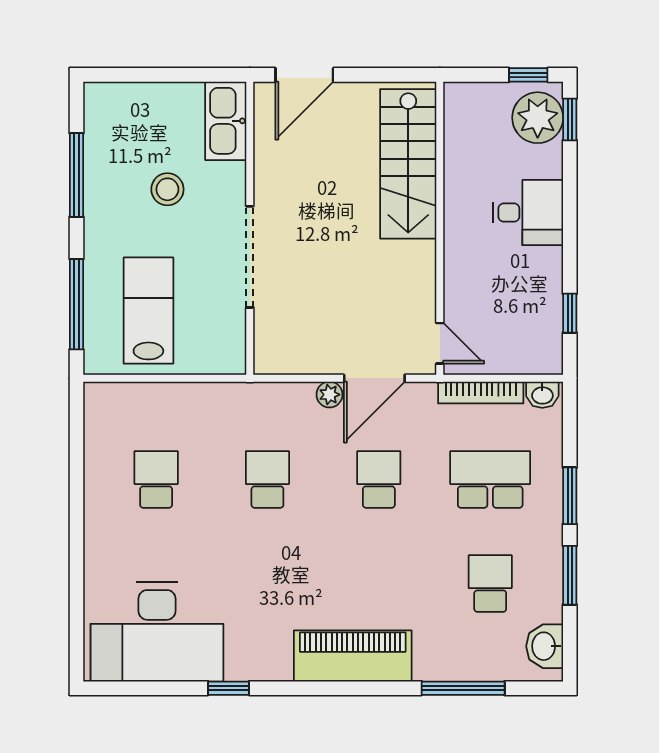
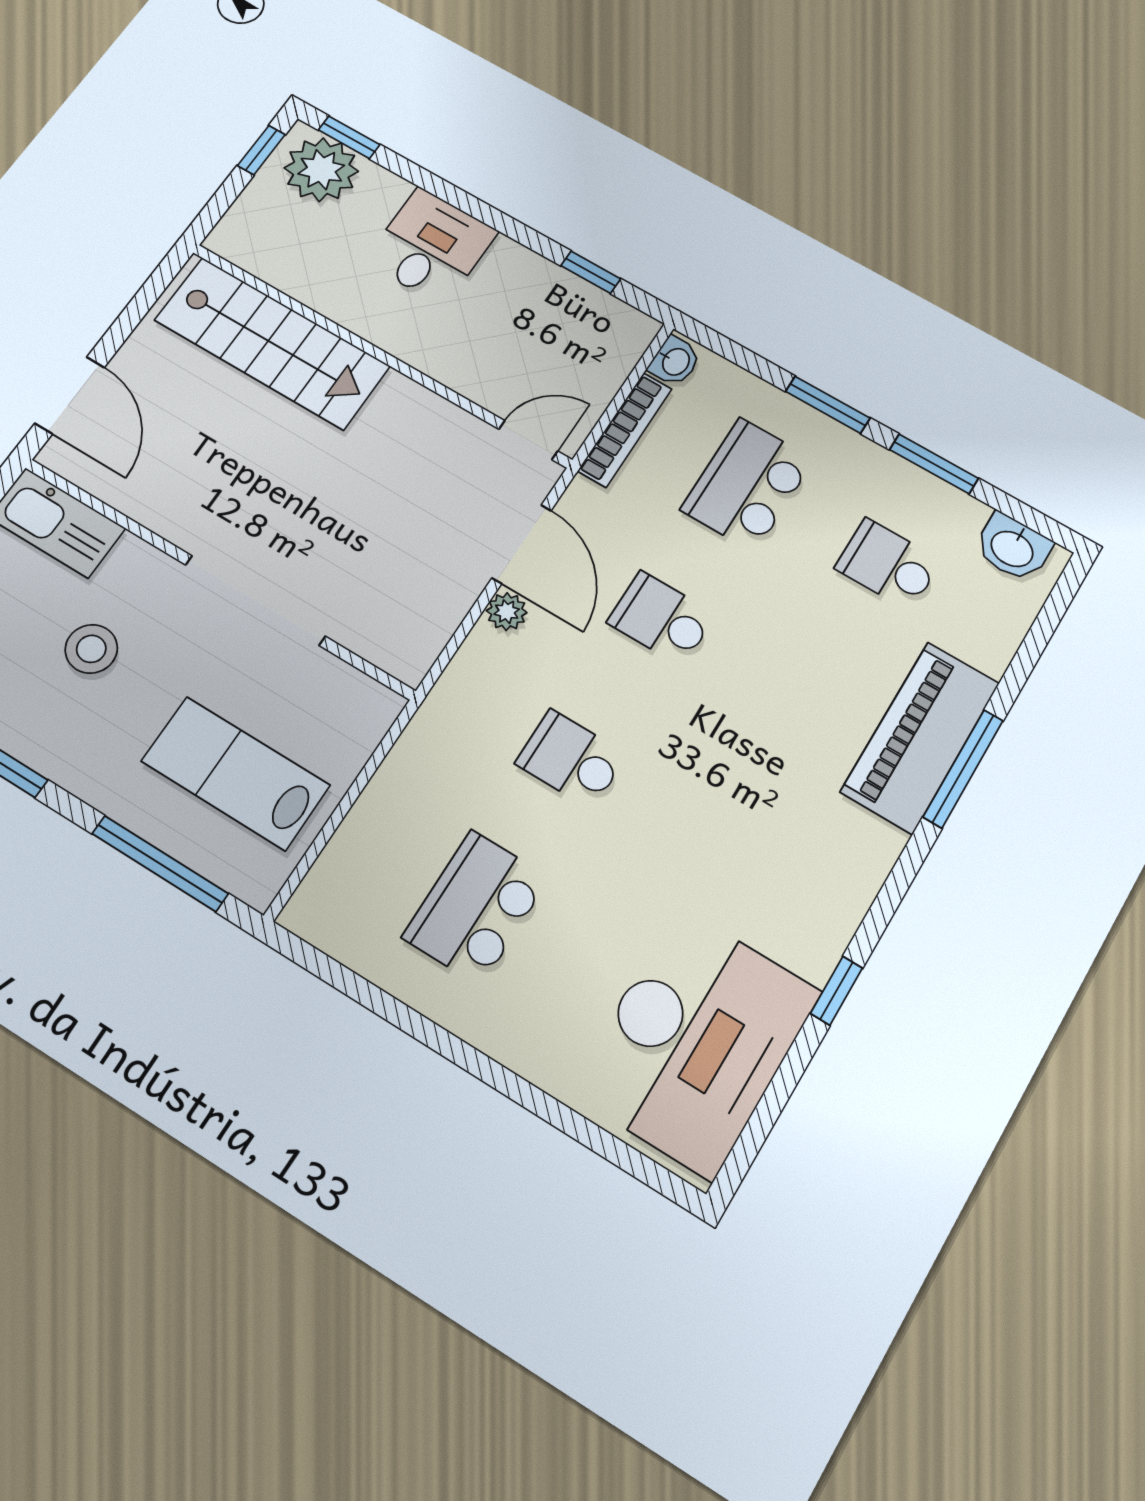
school desk: (156, 480) -> (476, 907), width x1.85
piano: (353, 656) -> (920, 737), moved
window: (463, 688) -> (963, 769), moved

